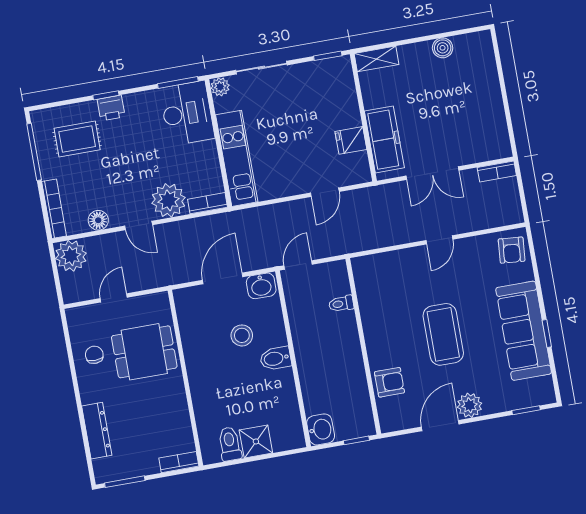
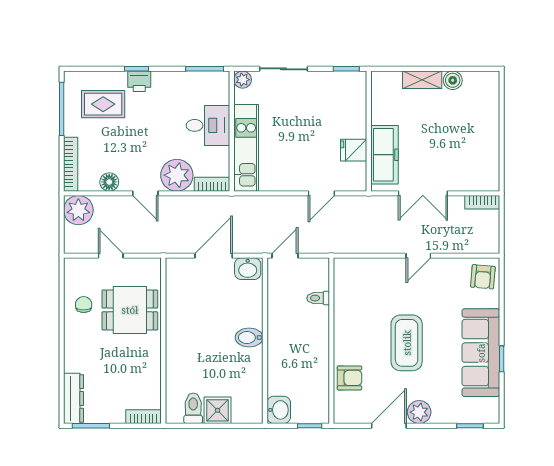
shelving: (377, 59) -> (422, 80), moved
desk: (187, 113) -> (208, 125), moved, width x0.73
door: (114, 298) -> (111, 256), hinge flipped
stool: (242, 335) -> (222, 311), removed
dresser: (97, 431) -> (74, 398), moved

